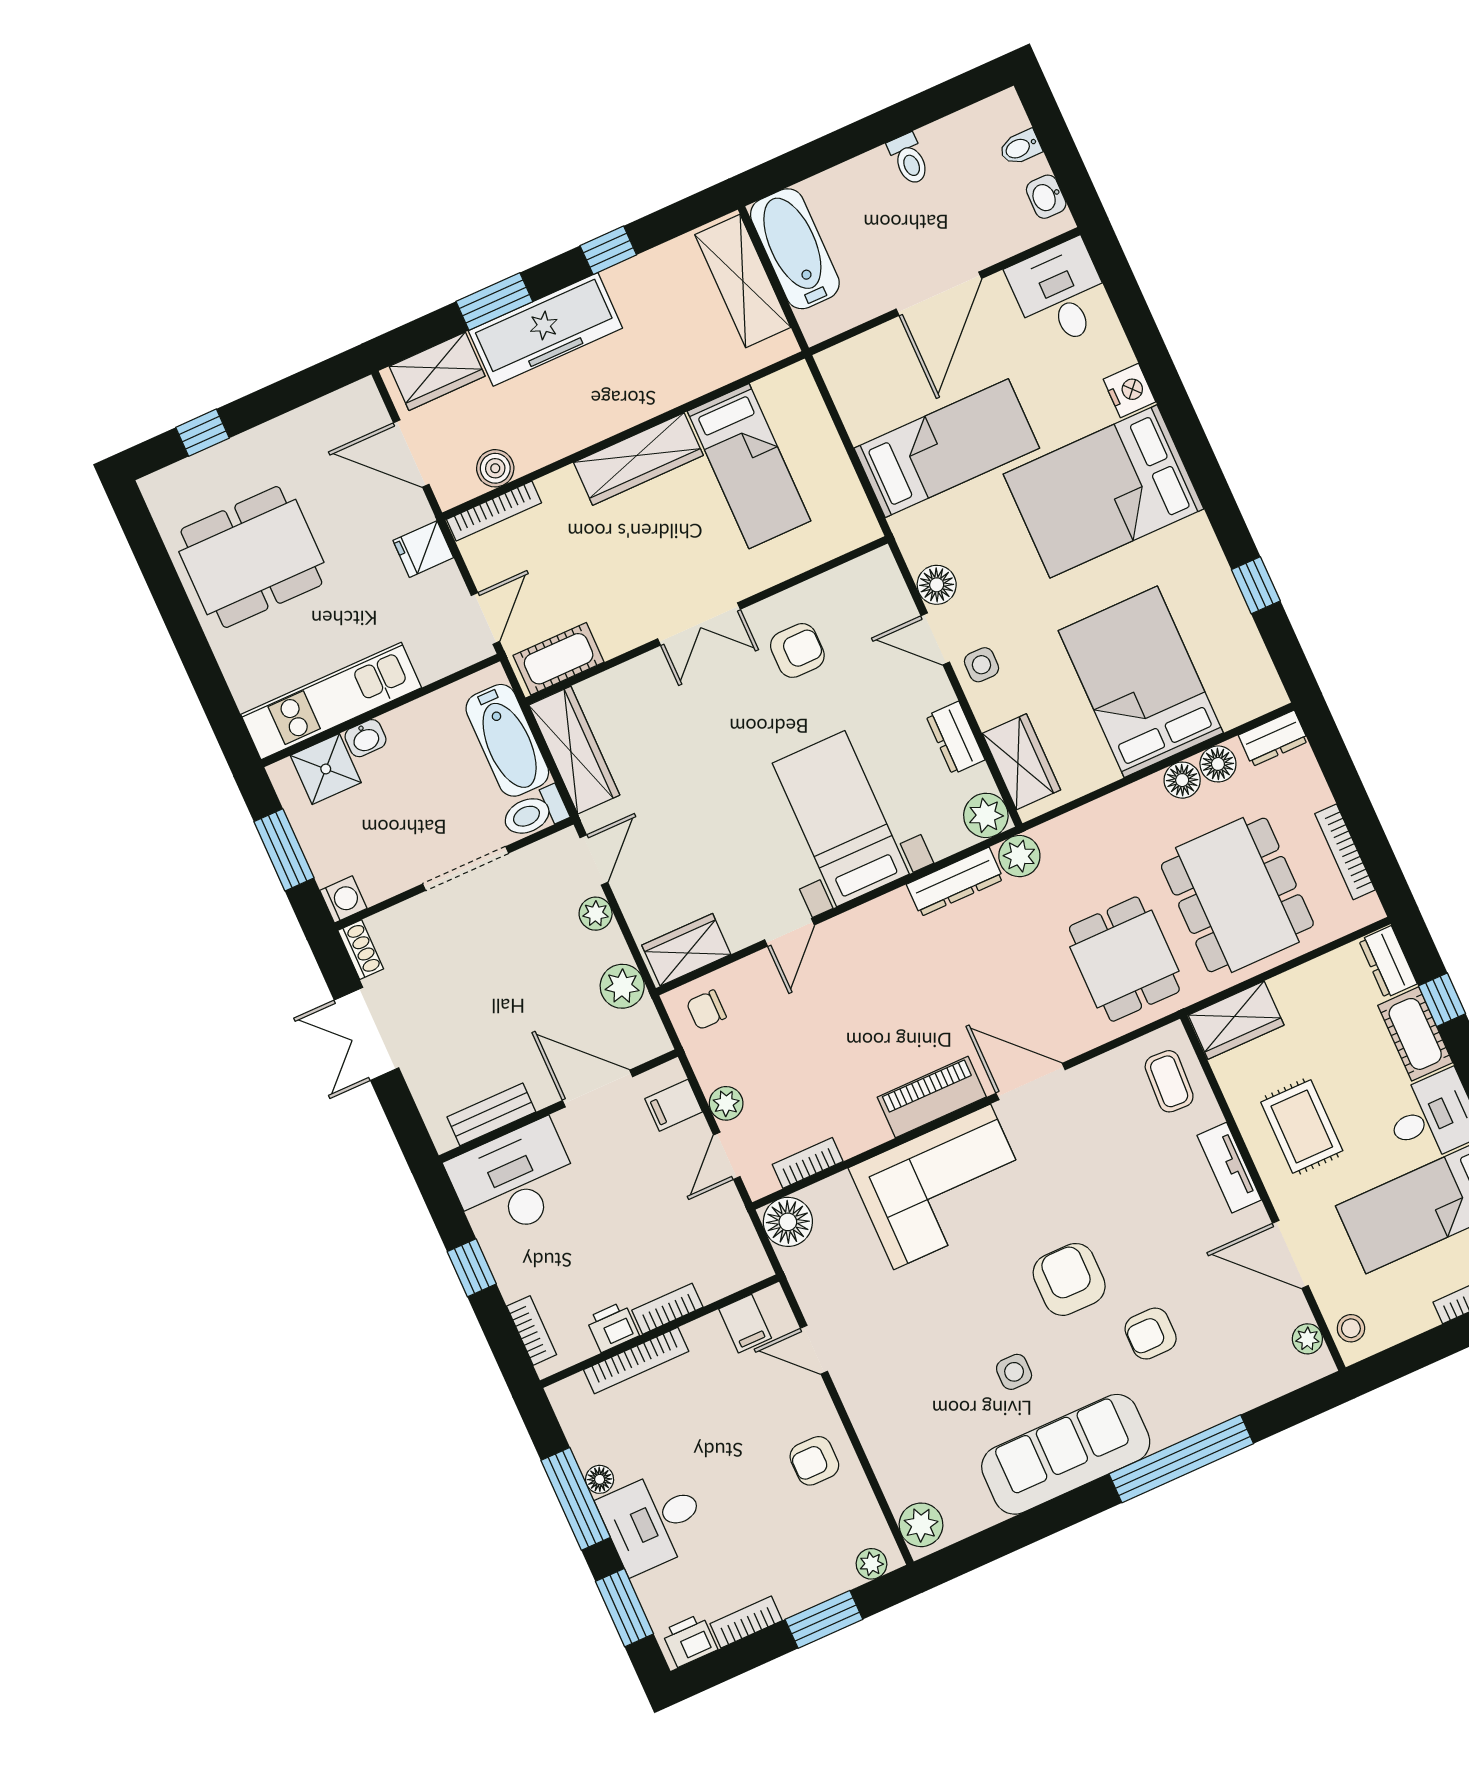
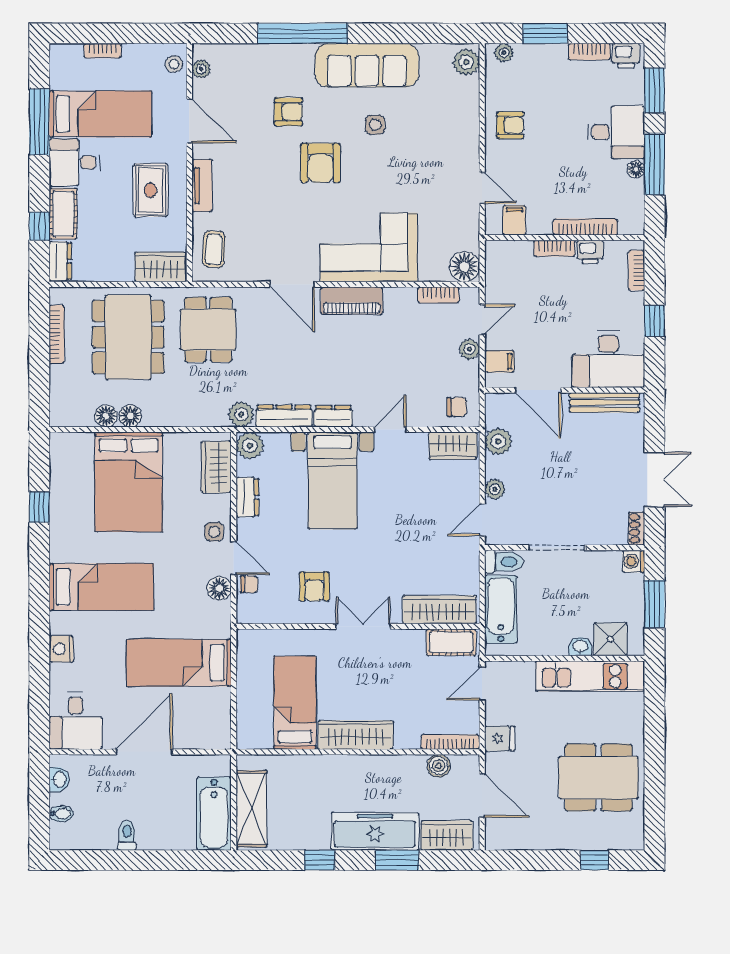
bed: (1104, 491) -> (101, 587), width x0.67
chair: (895, 611) -> (249, 584), added
armchair: (797, 650) -> (314, 587), turned -90
dresser: (1273, 738) -> (333, 416), moved
wardrobe: (574, 750) -> (439, 610), moved, turned 90
bench: (491, 1114) -> (604, 402), width x1.36

